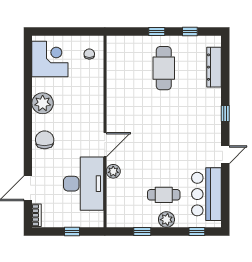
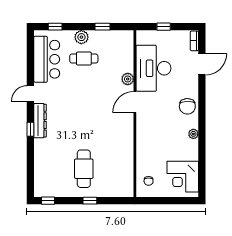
window: (190, 31) -> (48, 201), moved
dresser: (214, 67) -> (40, 121), moved
plant: (43, 103) -> (193, 134), width x0.53, depth x0.53

